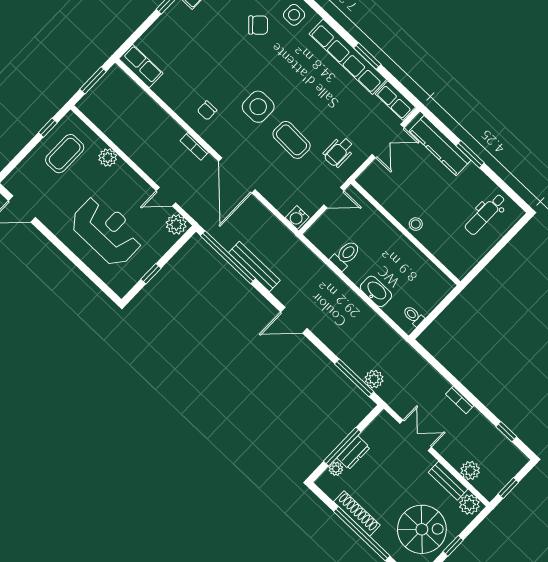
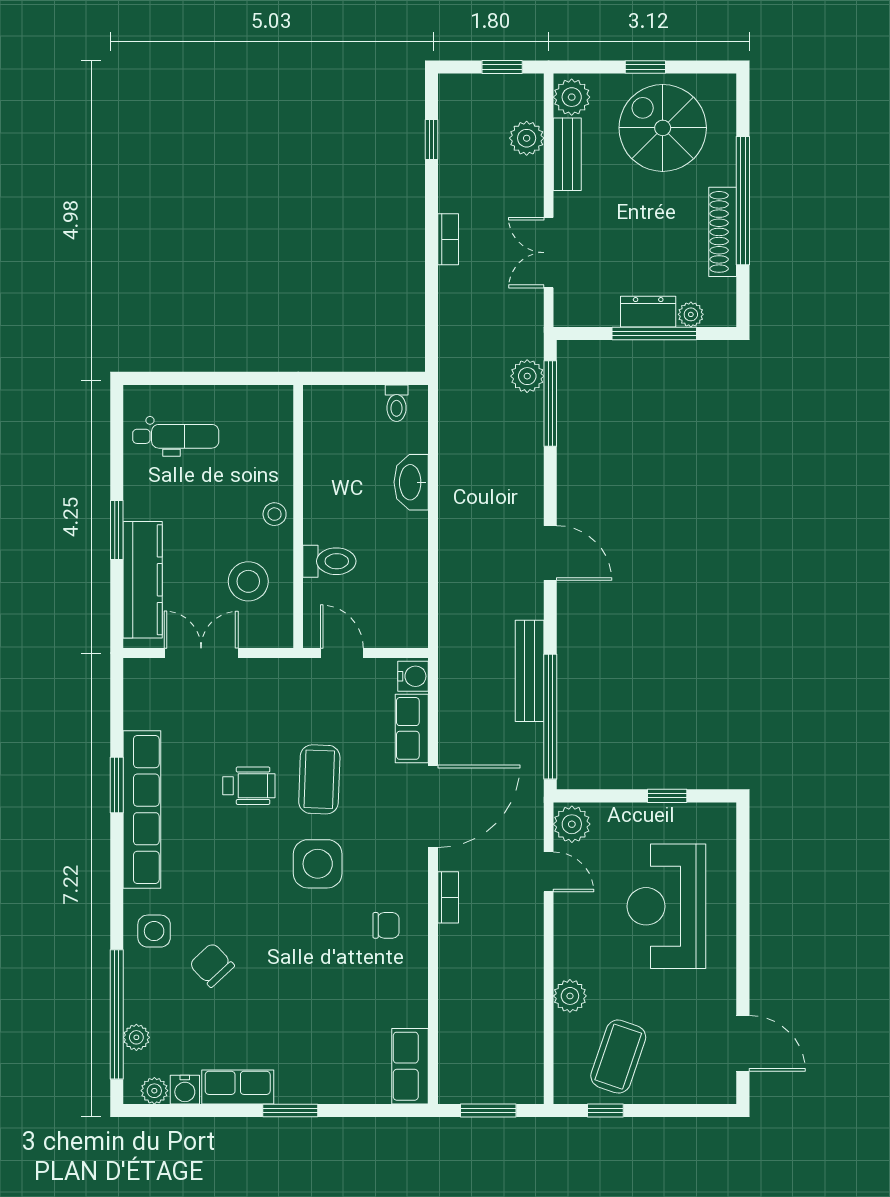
row of seats: (395, 100) -> (412, 728), moved, turned 180
wheelchair: (339, 152) -> (249, 786), moved
coffee table: (65, 154) -> (618, 1057), turned -71
stool: (399, 188) -> (248, 581), added
toilet: (346, 255) -> (329, 561), moved, turned 180

